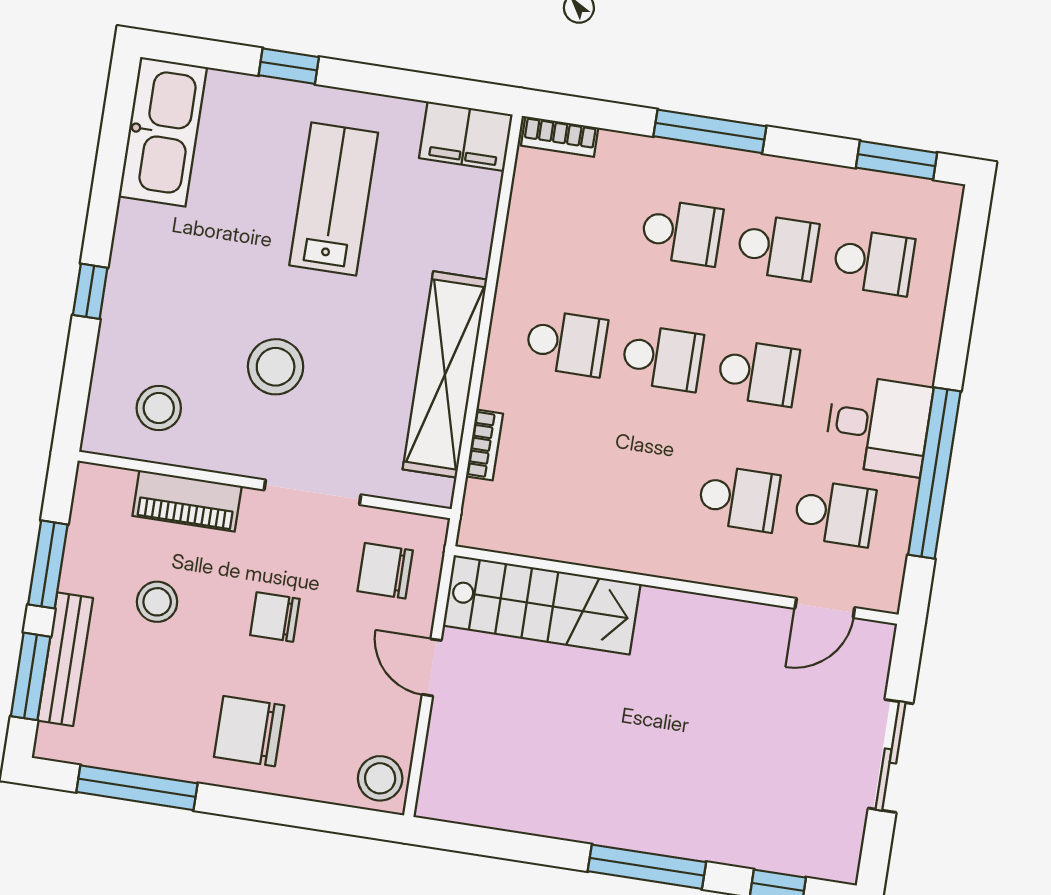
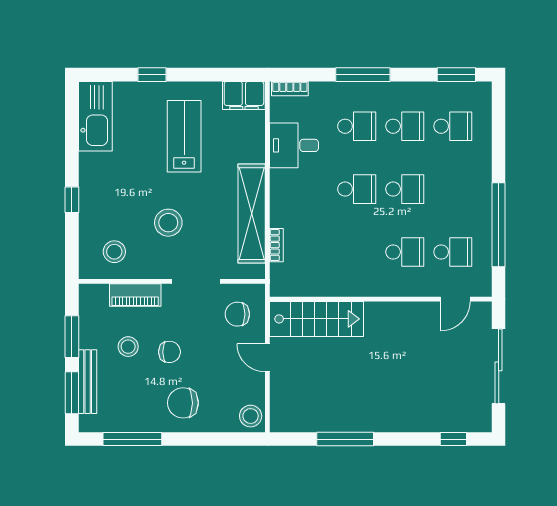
school desk: (566, 343) -> (309, 189), removed
desk: (878, 425) -> (294, 145), moved, turned 180
chair: (275, 617) -> (170, 352), moved, turned 180
sliding door: (891, 756) -> (499, 366), width x1.37
window: (647, 867) -> (345, 439), moved

